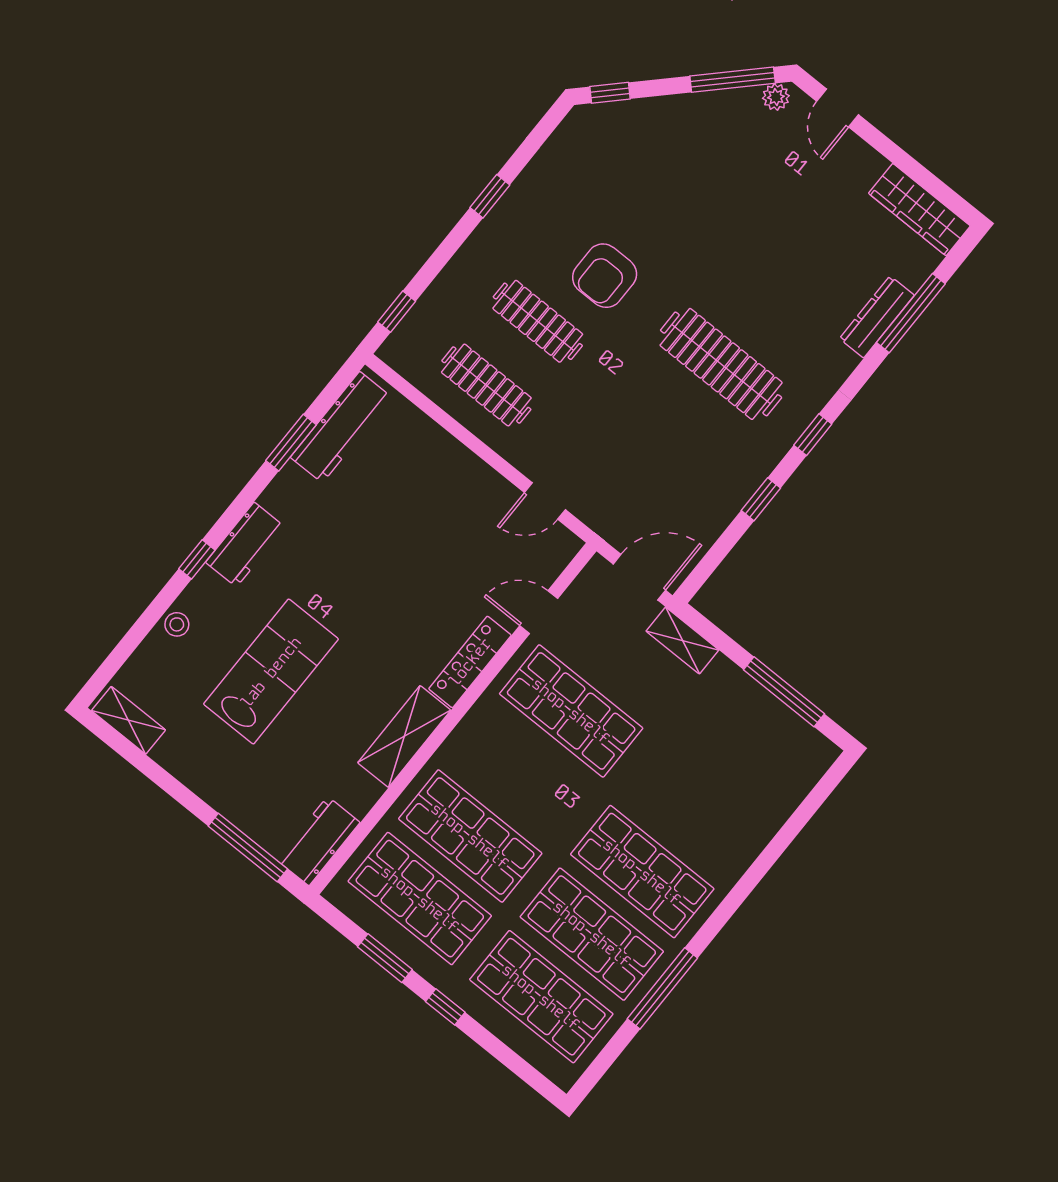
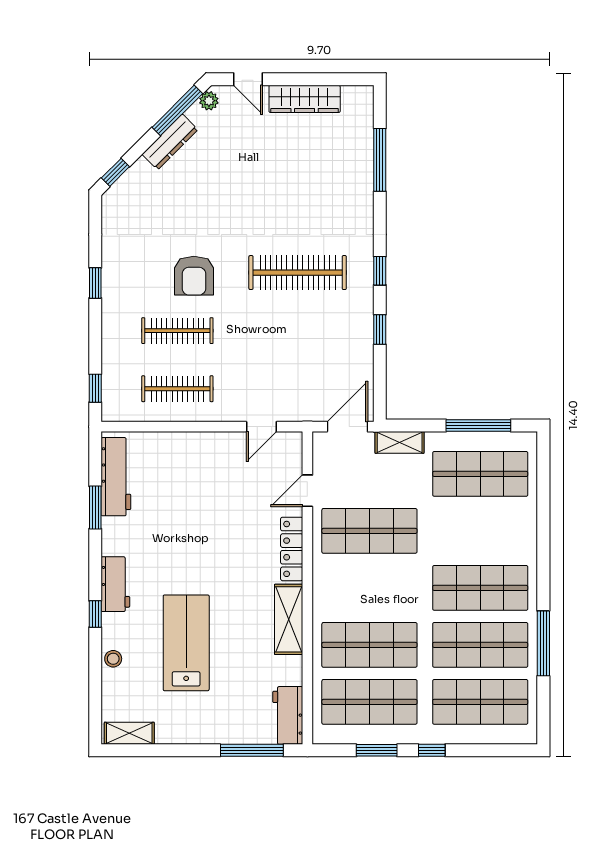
wardrobe: (919, 210) -> (305, 99), moved
dresser: (877, 317) -> (170, 142), moved, turned -135
shop shelf: (743, 747) -> (480, 474), added

